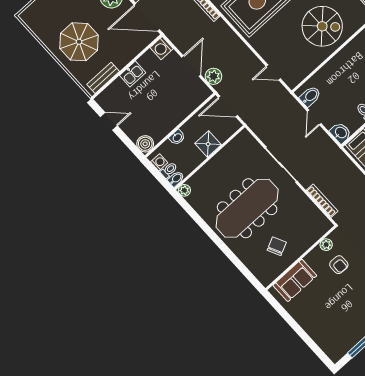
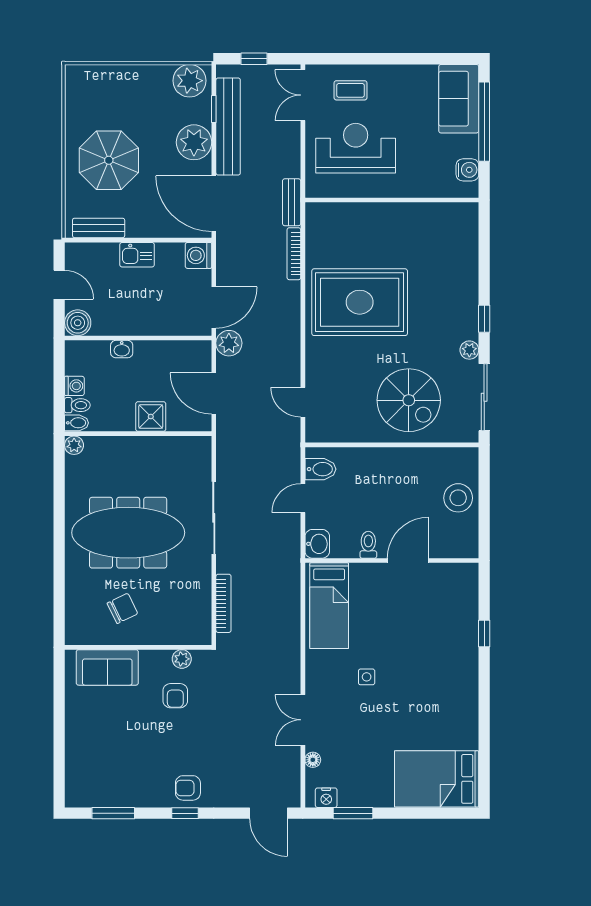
wall: (180, 125) -> (138, 338), moved
washbasin: (177, 137) -> (122, 349), moved
boiler: (145, 144) -> (78, 323), moved

